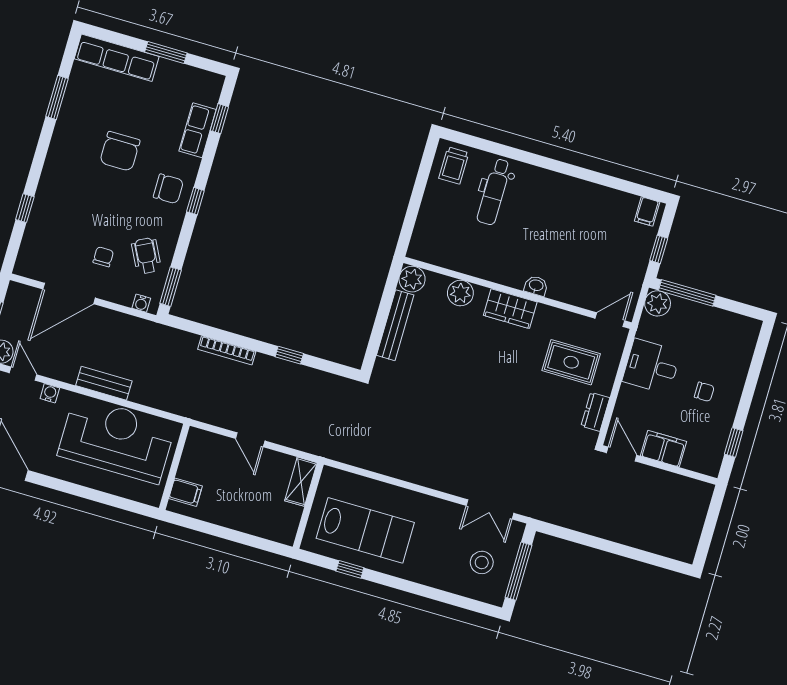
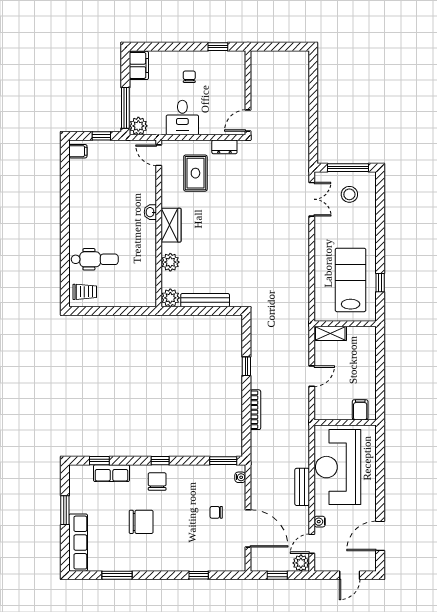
wheelchair: (146, 256) -> (207, 483), removed
filing cabinet: (664, 449) -> (139, 65), moved, turned 180

